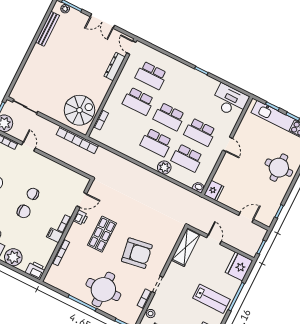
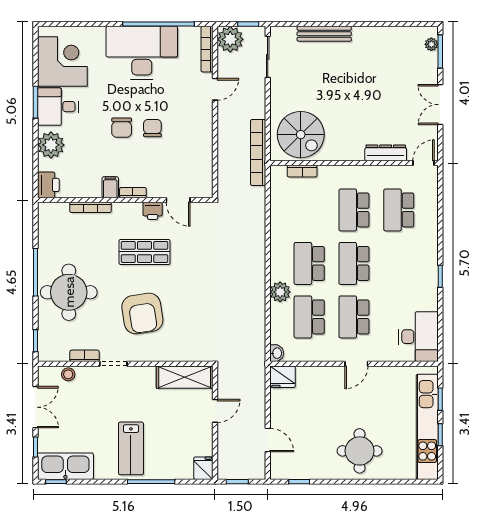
bench: (47, 29) -> (324, 34), moved
fridge: (239, 266) -> (203, 468), width x0.53, depth x0.75

